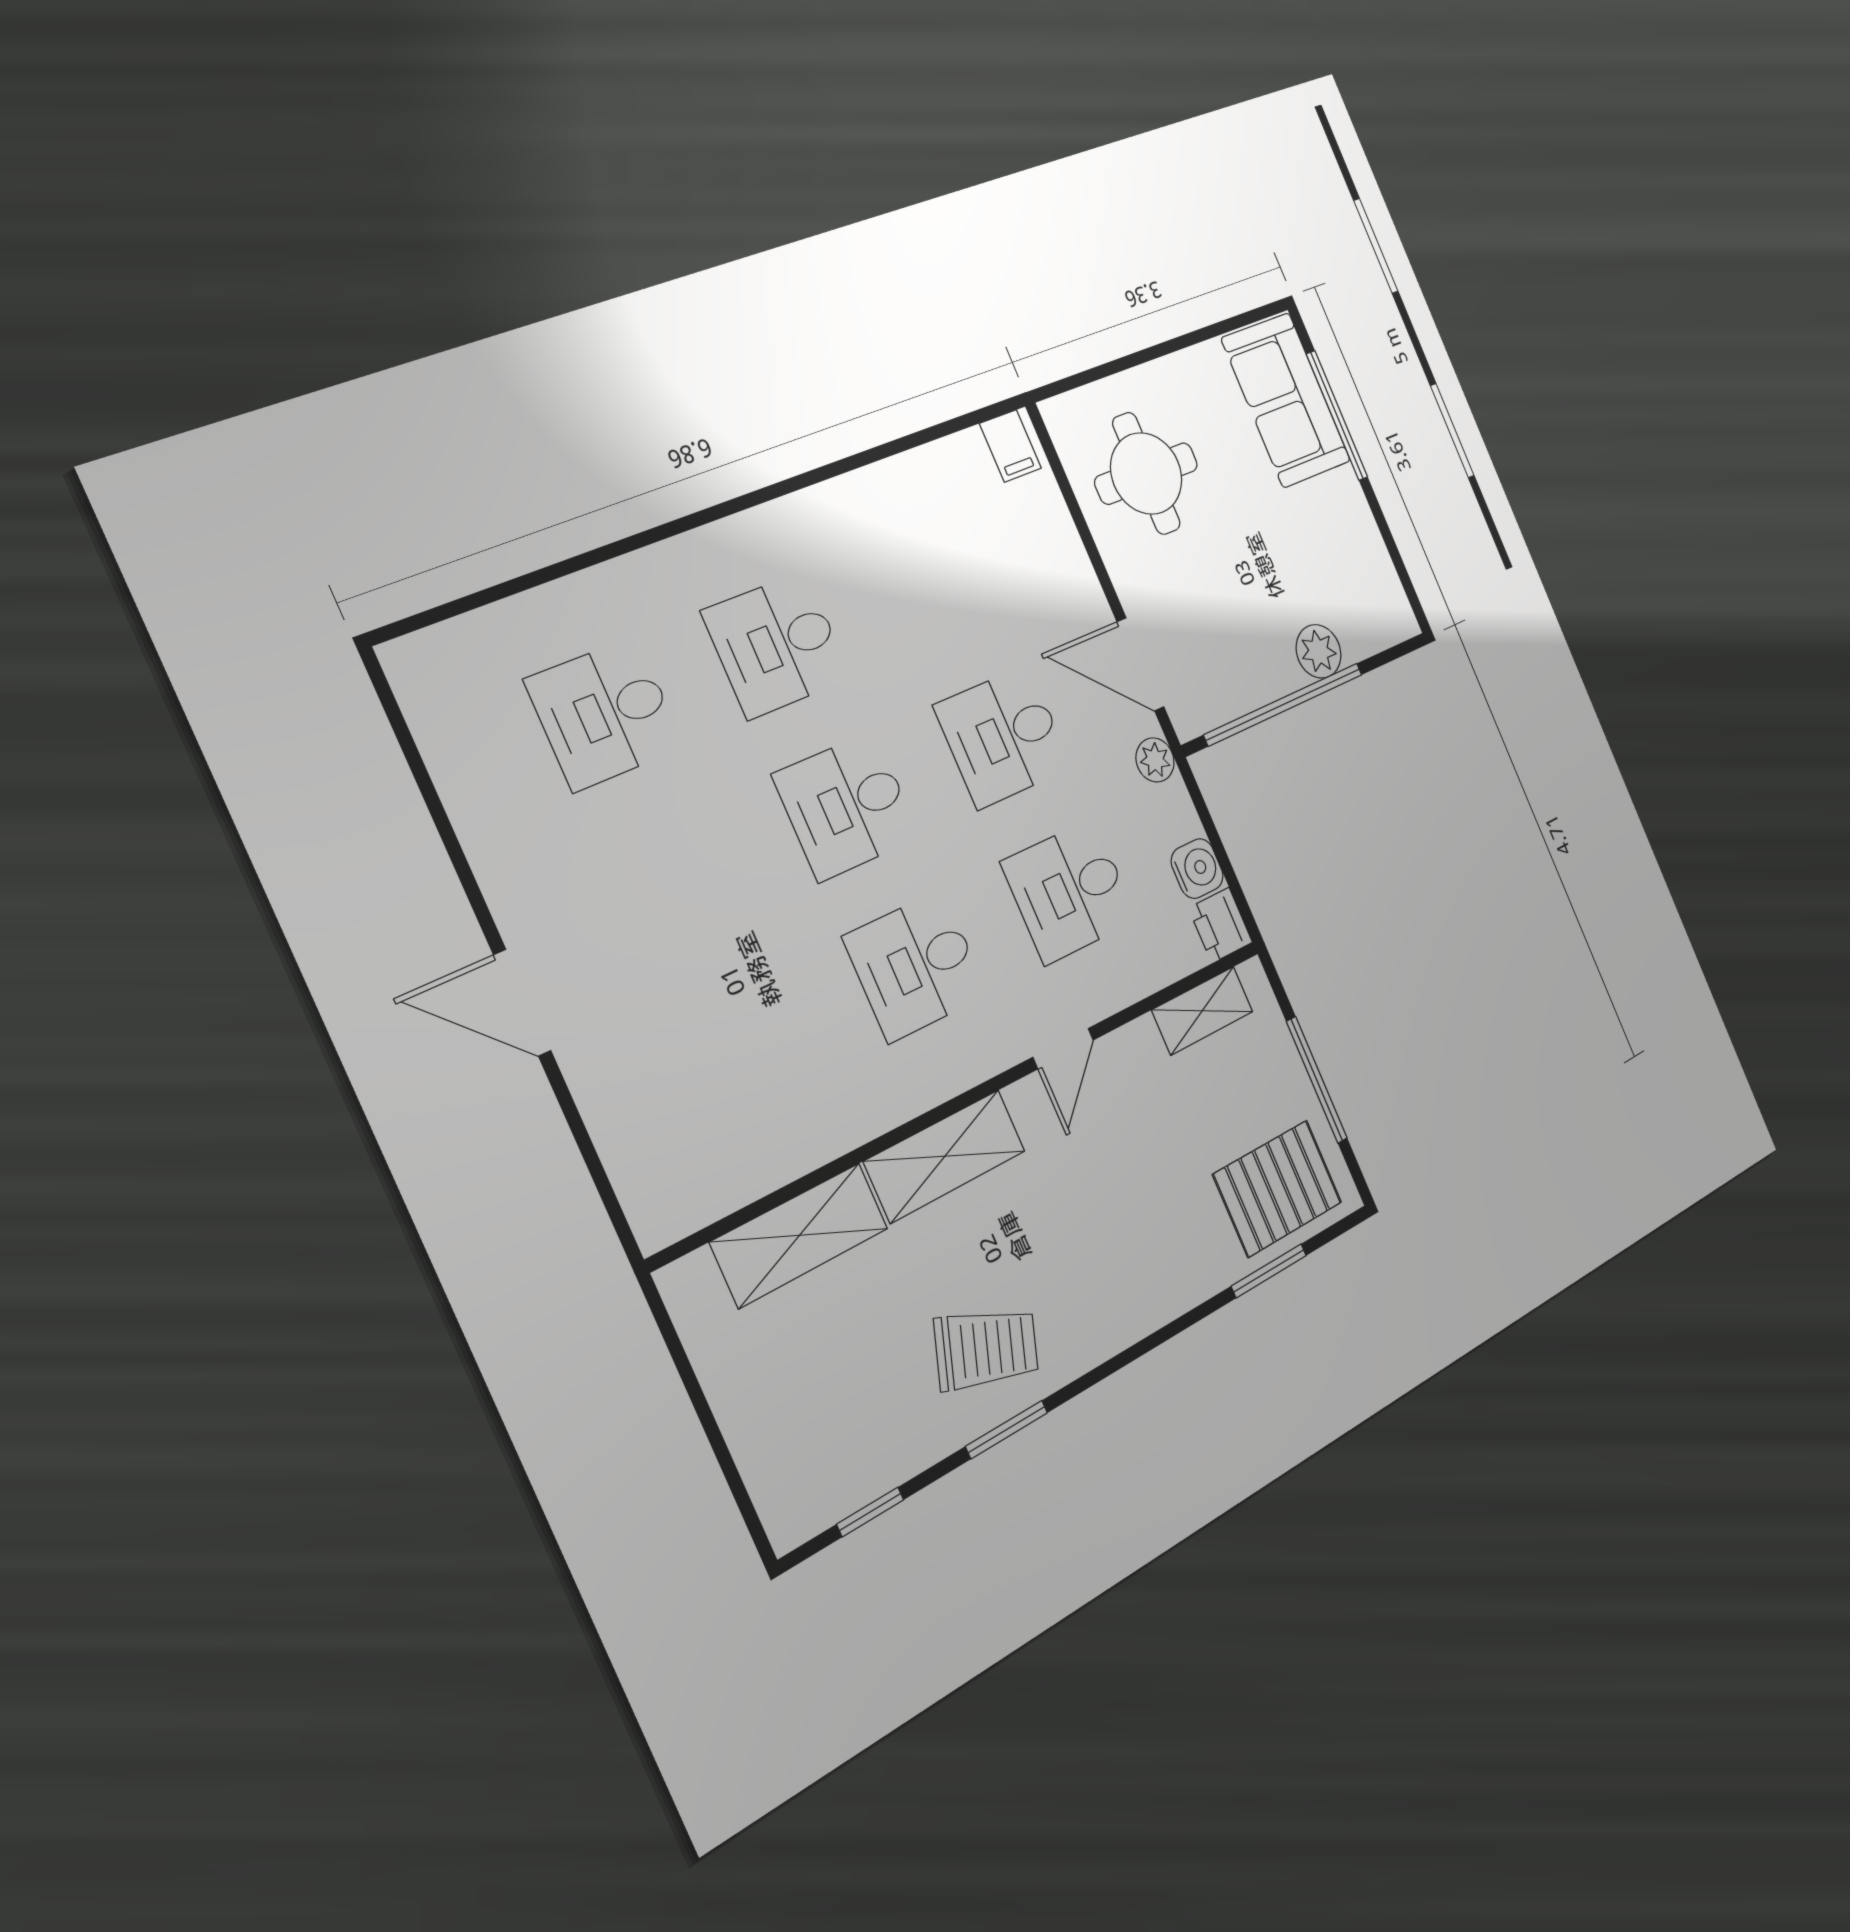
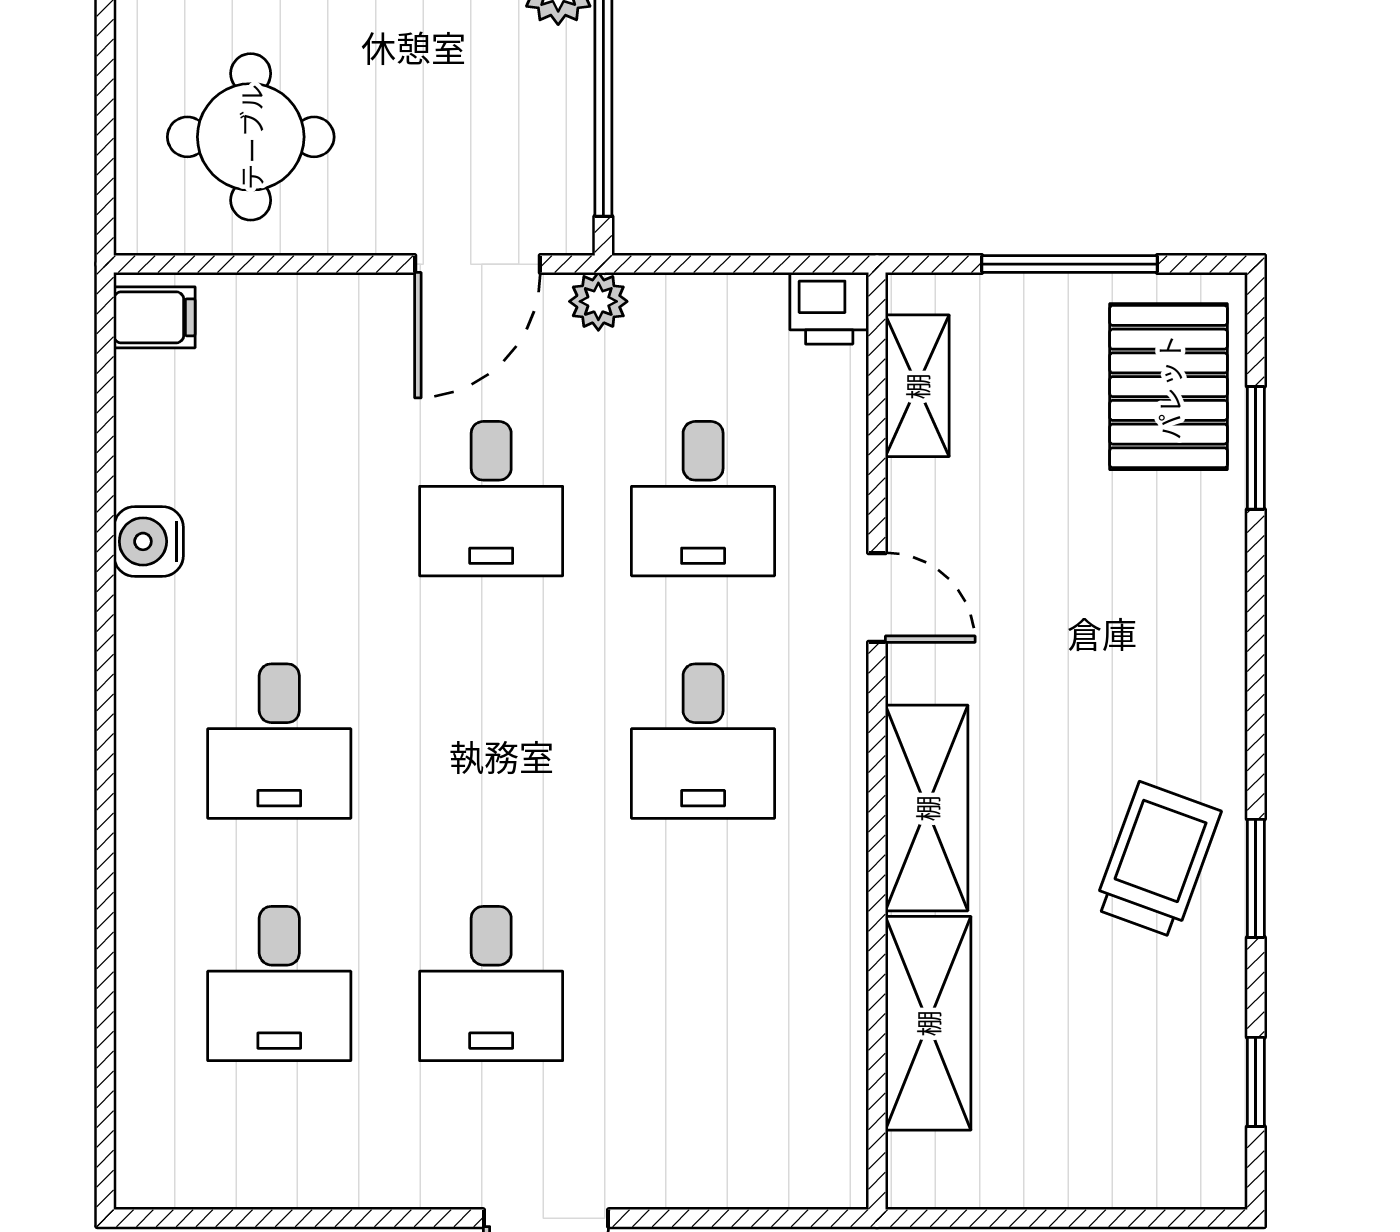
desk: (847, 806) -> (491, 984), moved
water cooler: (1197, 869) -> (149, 541), moved, turned -90

